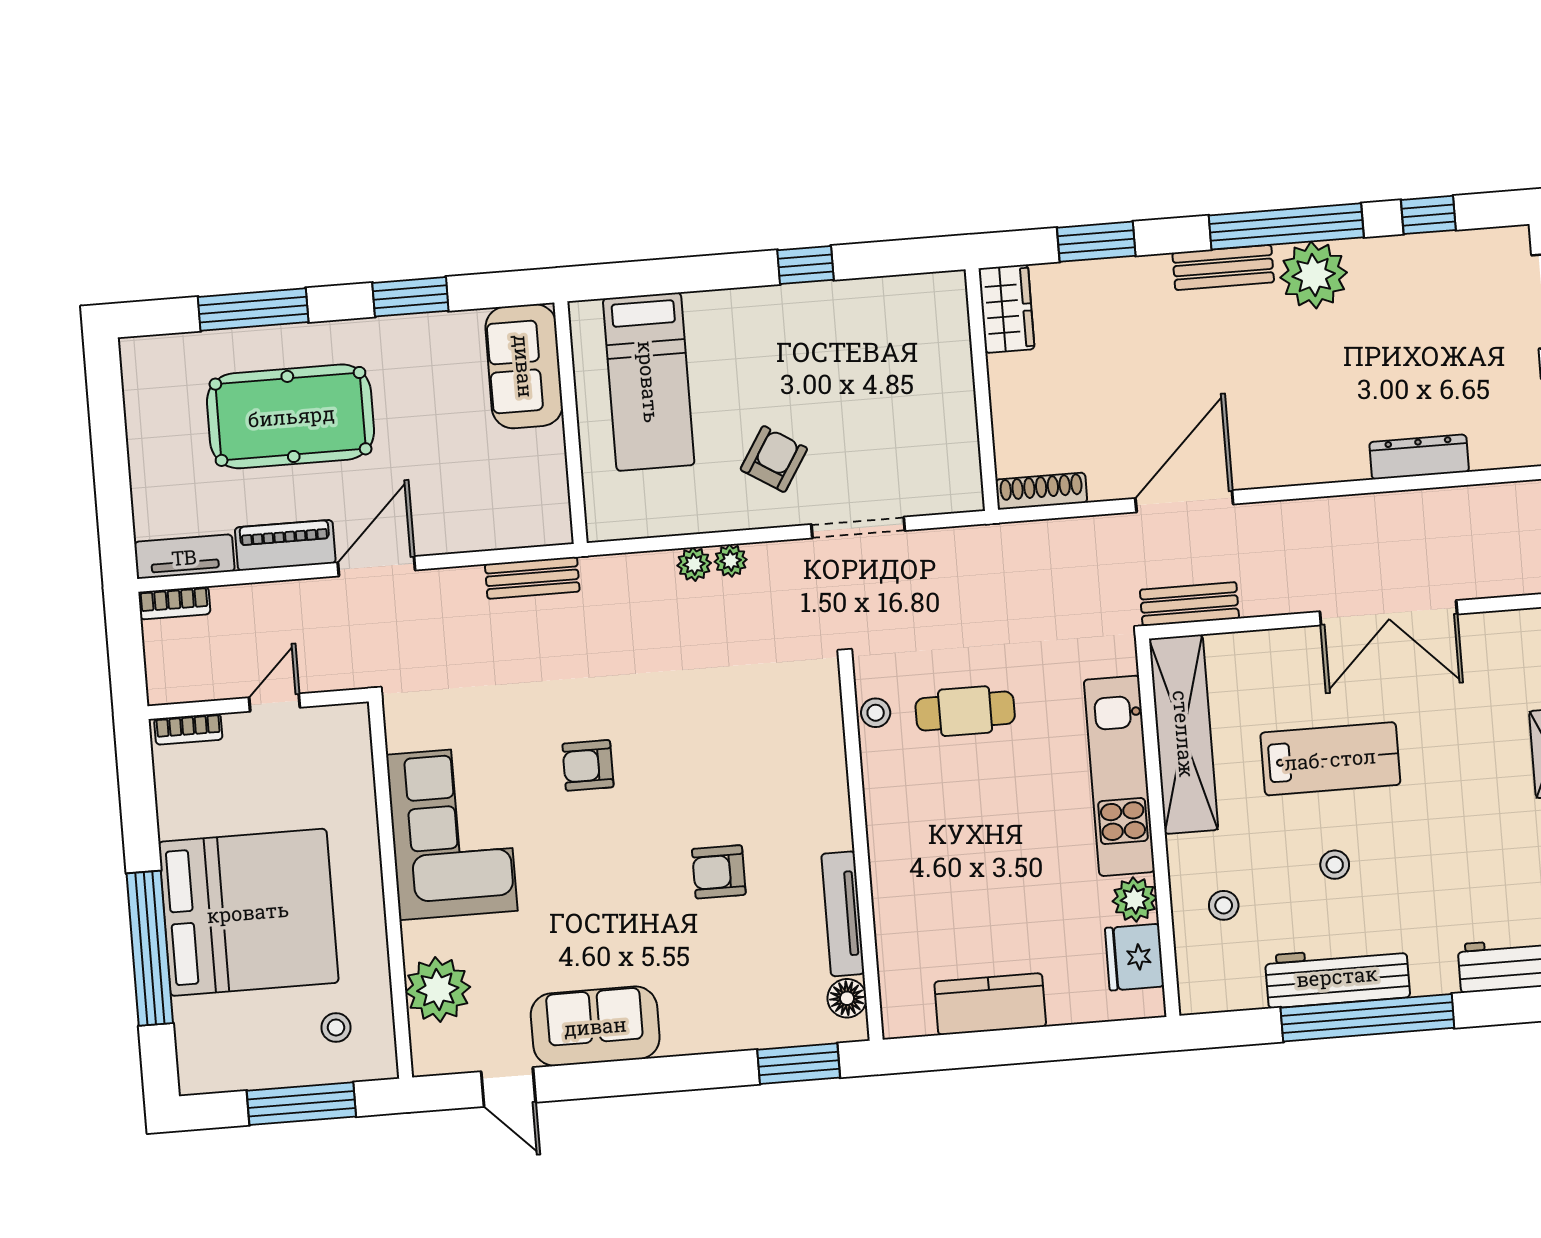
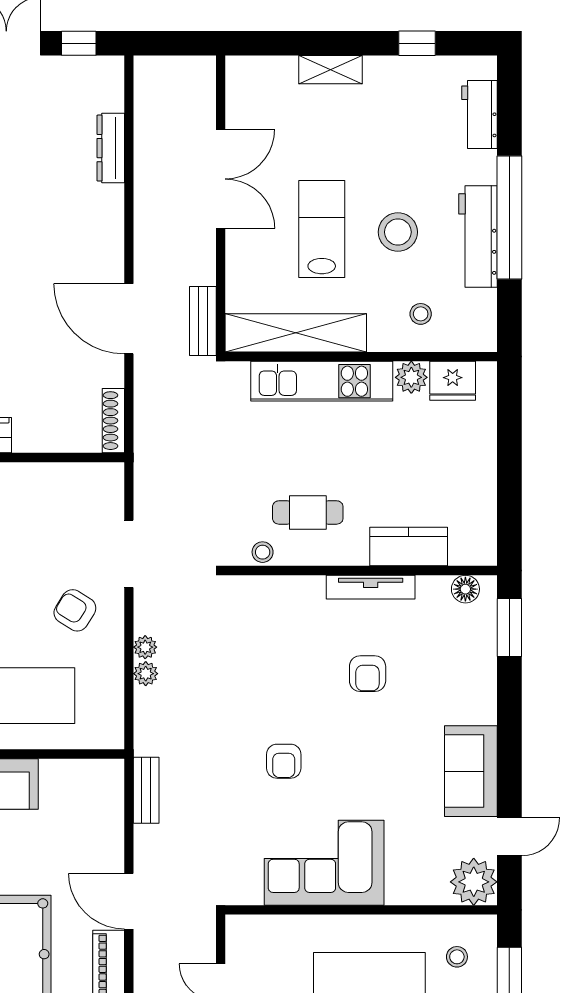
cafe table: (965, 711) -> (308, 512), moved, turned 90
stool: (1335, 865) -> (398, 232), width x1.89, depth x1.89
tv unit: (843, 914) -> (371, 587), moved
plant: (438, 989) -> (474, 882), moved
kitchen counter: (990, 1004) -> (409, 547), moved, turned 90

